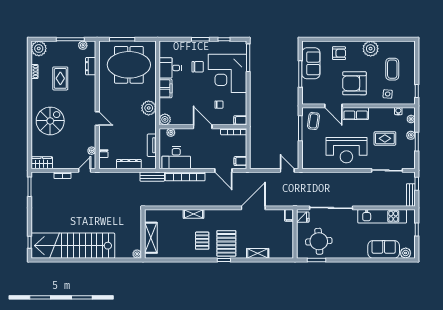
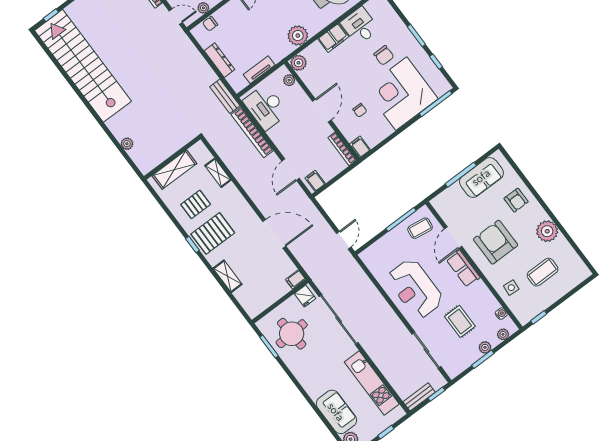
wall: (143, 234) -> (172, 158), moved
shelving: (151, 238) -> (174, 170), moved

